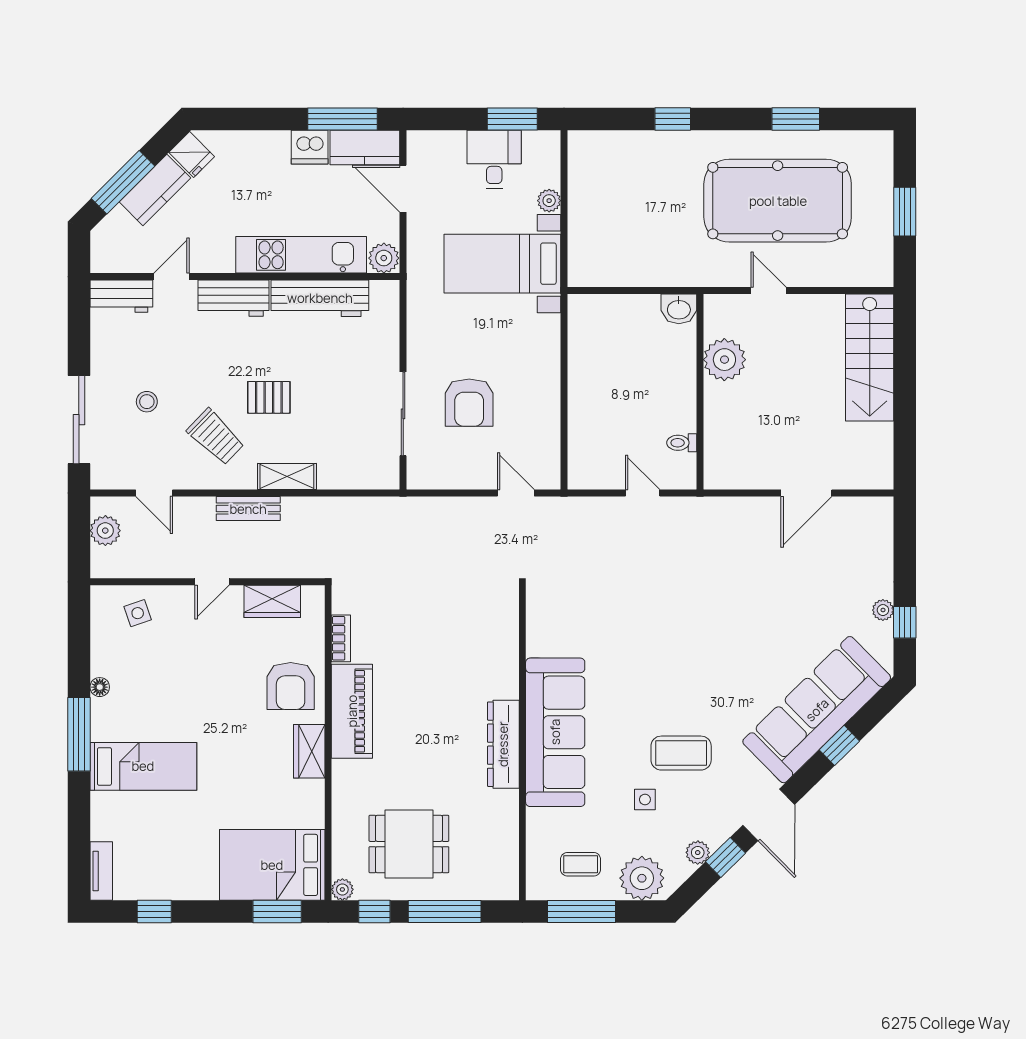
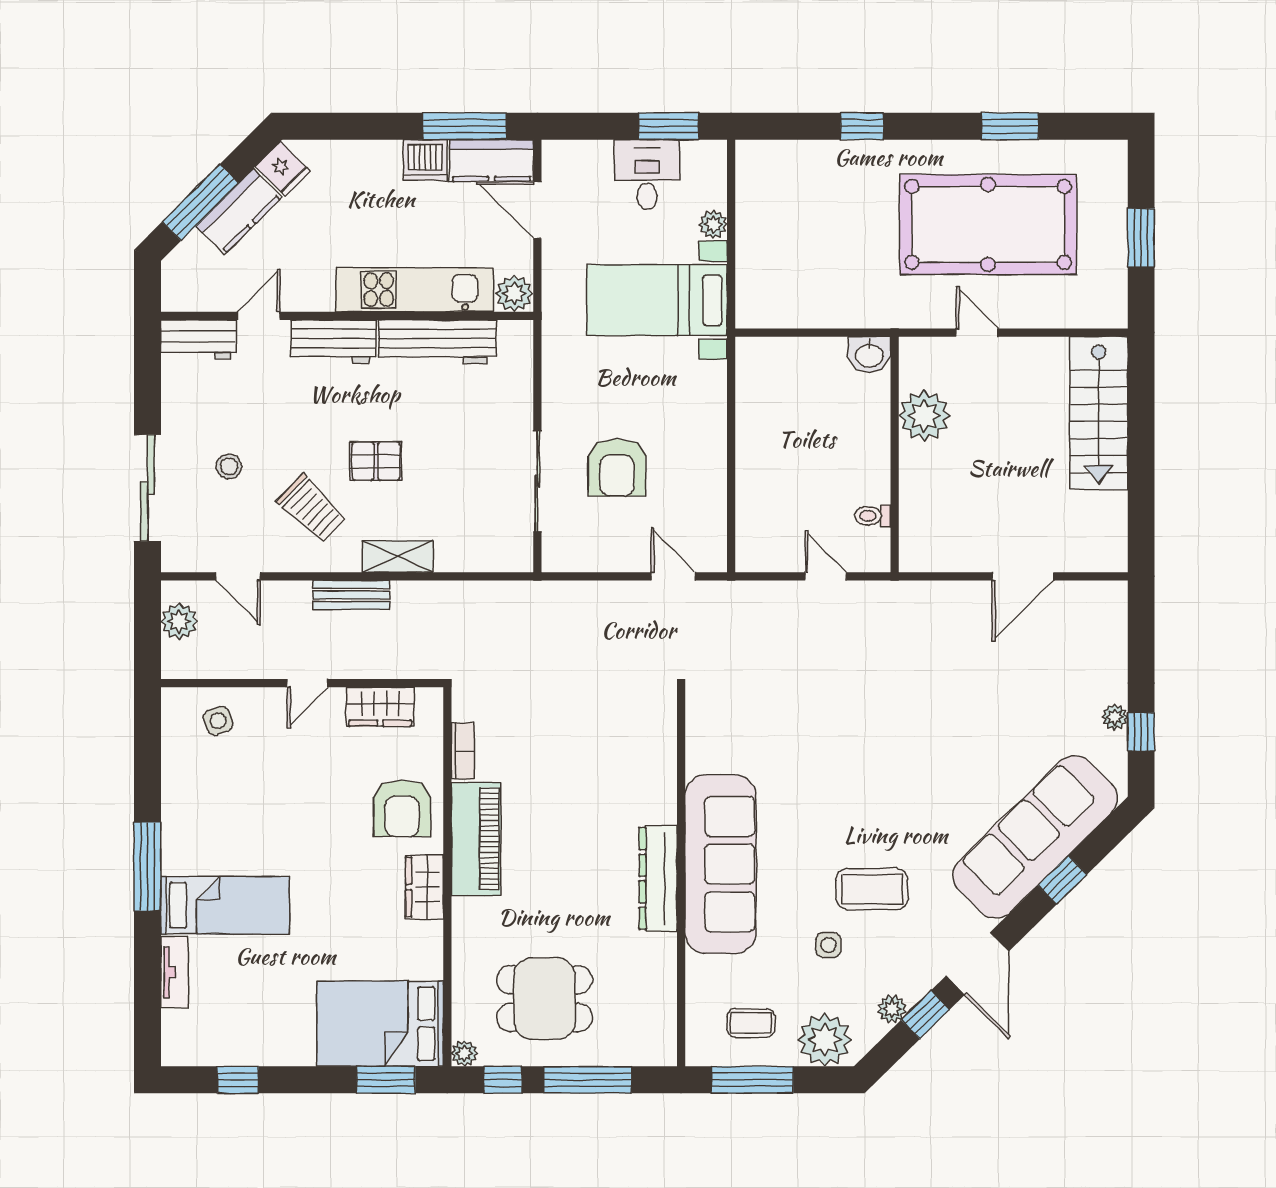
floor lamp: (100, 687) -> (172, 810), removed
tv unit: (101, 871) -> (174, 972), moved

